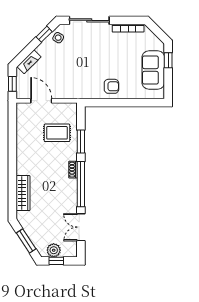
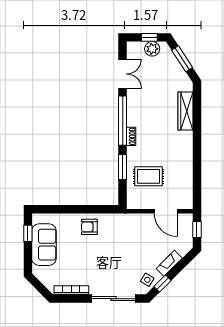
window: (168, 60) -> (28, 233), moved
fireplace: (29, 62) -> (169, 263), moved

